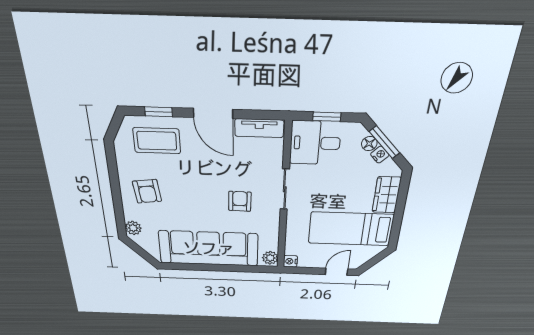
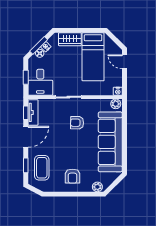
window: (259, 115) -> (26, 113), added
armchair: (147, 191) -> (72, 176), turned 97

